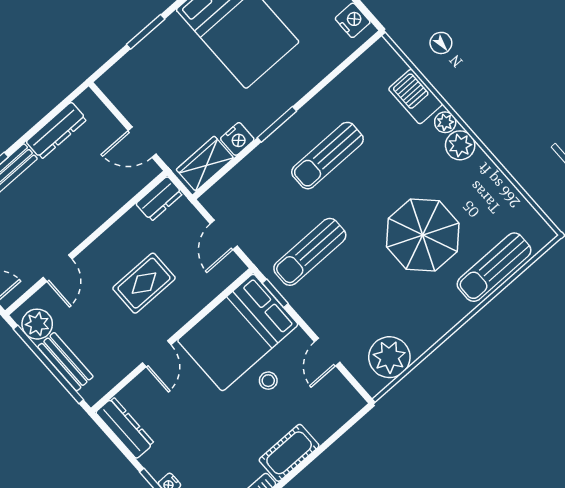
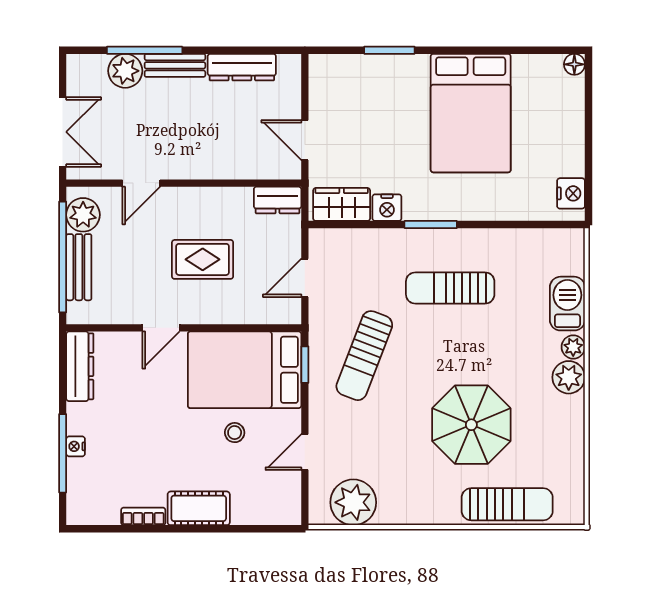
sun lounger: (310, 252) -> (364, 356), turned -69
sun lounger: (494, 267) -> (507, 504), turned 180

